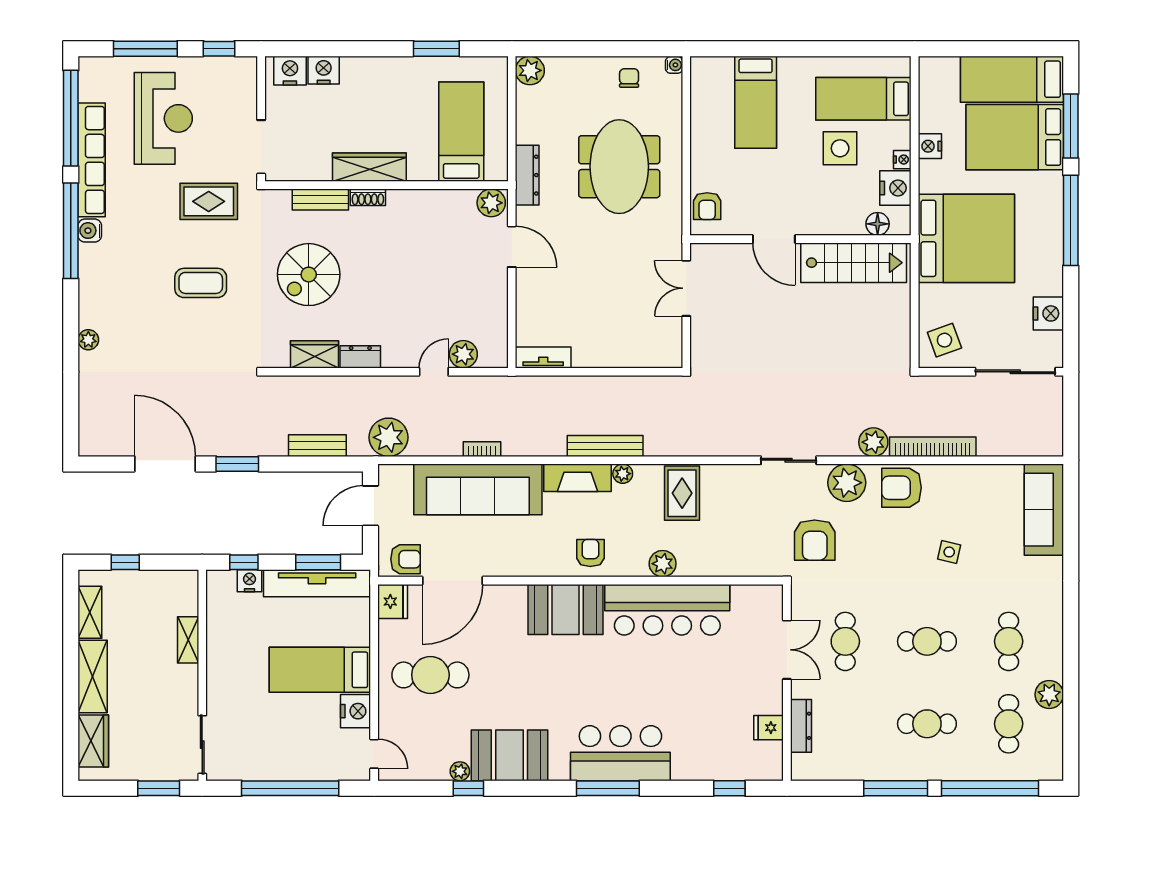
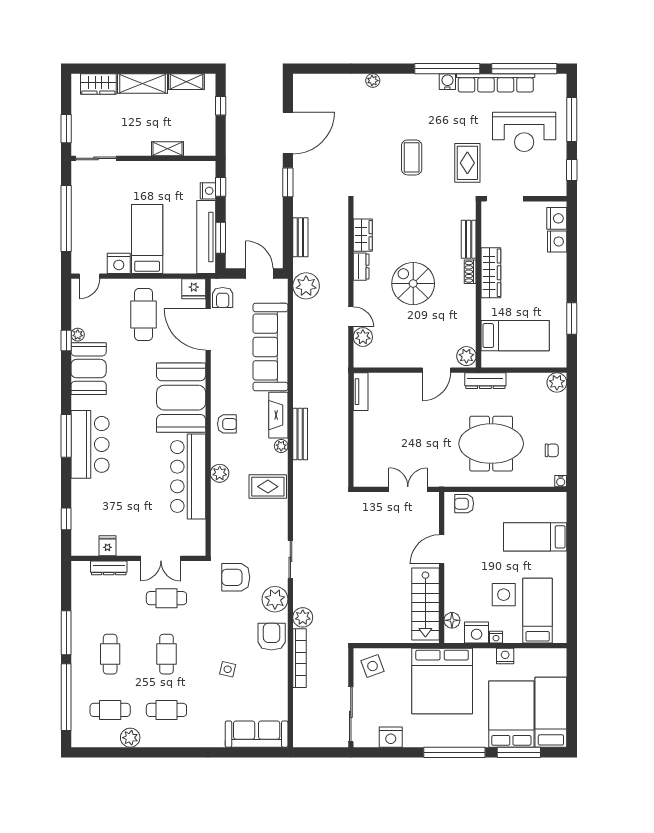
spiral stairs: (309, 275) -> (413, 284), moved
bookcase: (482, 449) -> (298, 350), removed
booth: (566, 609) -> (181, 398), width x1.36, depth x1.42

